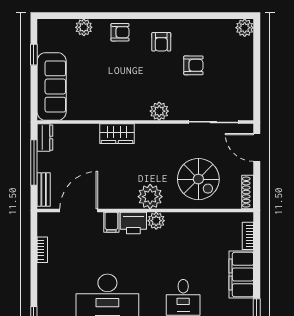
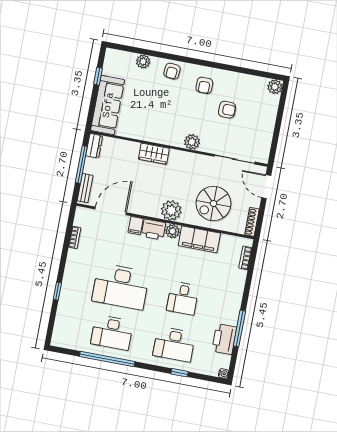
armchair: (120, 32) -> (172, 71), turned 95
spiral stairs: (198, 179) -> (213, 204), turned 90
filing cabinet: (241, 274) -> (199, 239), moved, turned -90

